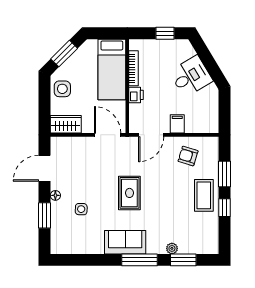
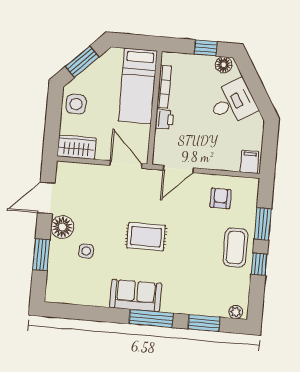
floor lamp: (181, 46) -> (224, 65), added
filing cabinet: (177, 124) -> (250, 162), moved
armchair: (188, 156) -> (221, 198), turned 73
rug: (129, 193) -> (146, 237), turned 90
floor lamp: (55, 195) -> (62, 227), width x1.89, depth x1.89
plant: (172, 248) -> (236, 312), moved

